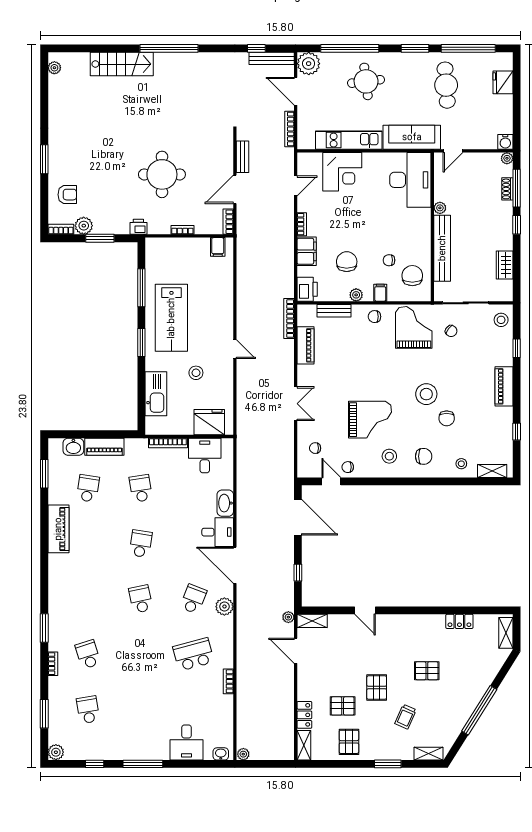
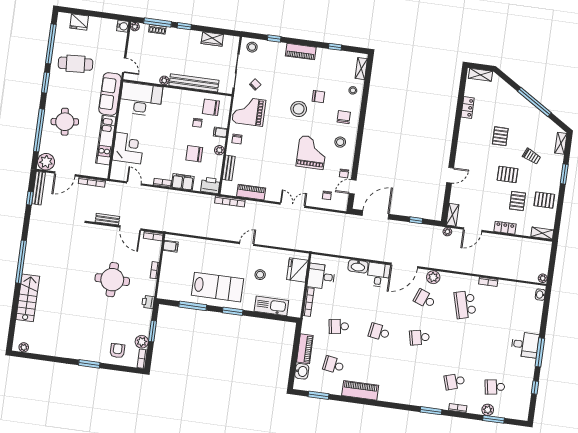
locker: (304, 715) -> (505, 228), moved
desk: (187, 742) -> (525, 345), moved
plant: (56, 752) -> (488, 410), moved

